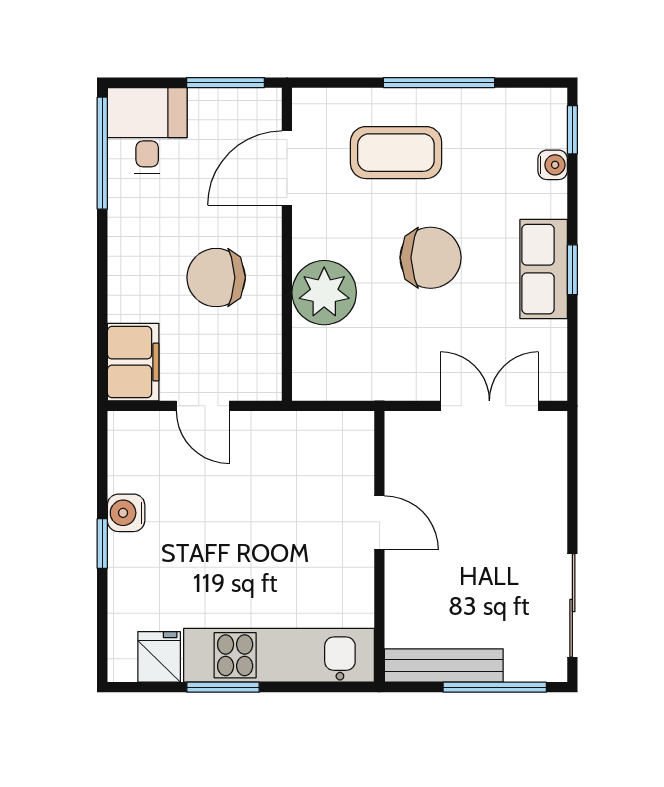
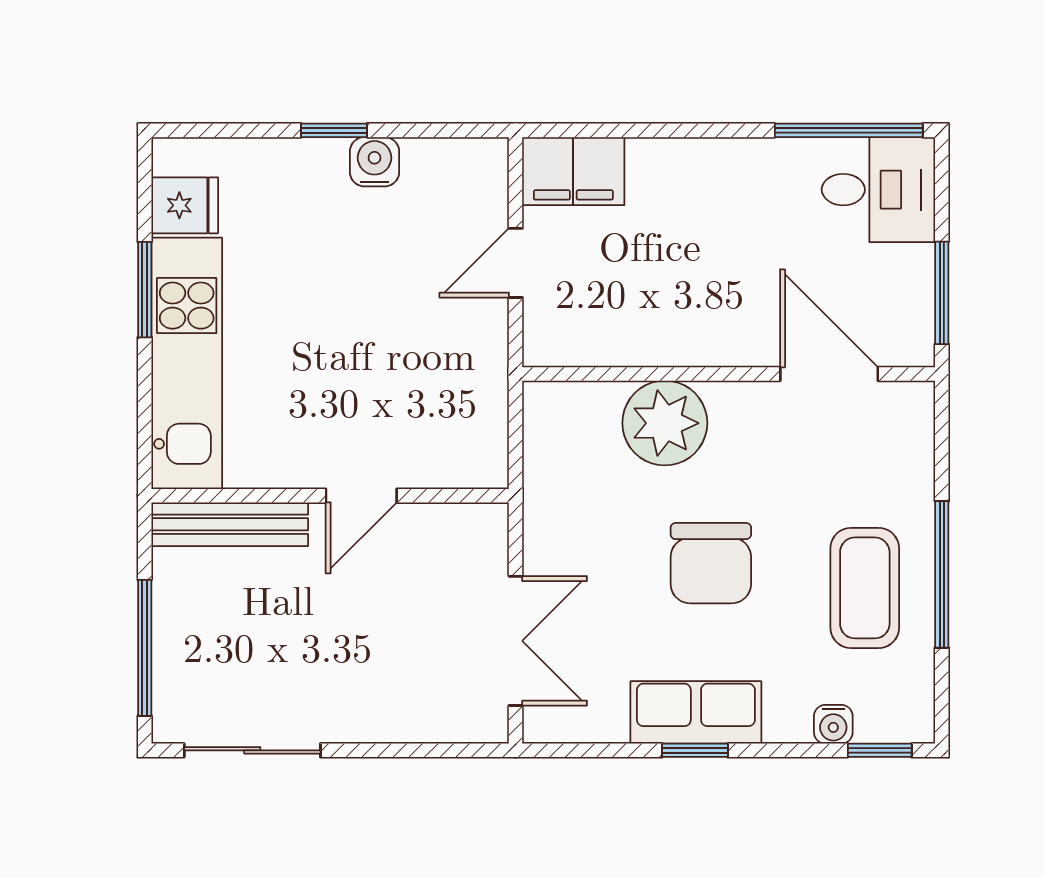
coffee table: (396, 153) -> (865, 588), moved
chair: (216, 278) -> (685, 281), removed
bench: (444, 665) -> (230, 524), moved, turned 90

